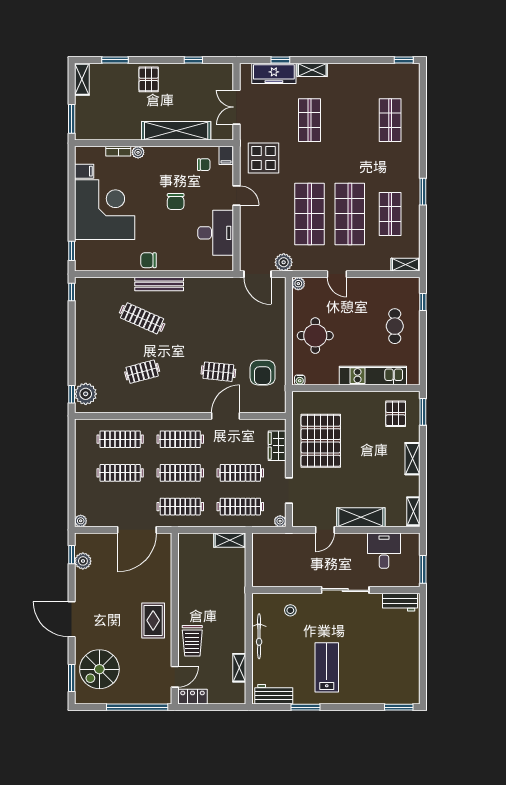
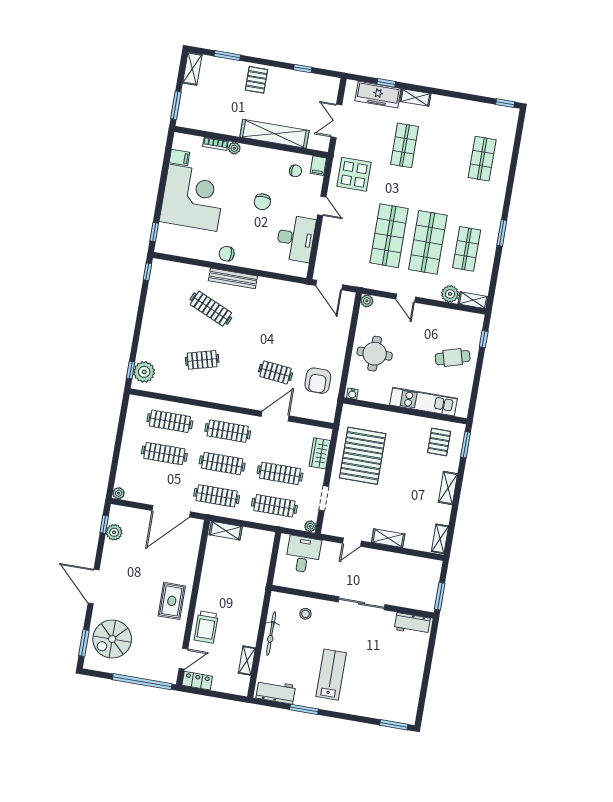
plant: (284, 262) -> (450, 294), moved
cafe table: (395, 326) -> (453, 358), turned 74
shelving: (361, 517) -> (388, 538), width x0.67, depth x0.75
shelving: (230, 540) -> (226, 531), moved
desk: (384, 551) -> (303, 554), moved

